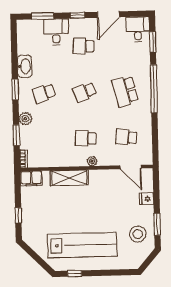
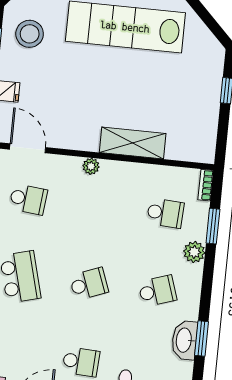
window: (15, 89) -> (202, 339), moved
school desk: (86, 138) -> (165, 213), moved
filing cabinet: (31, 178) -> (197, 150), removed

